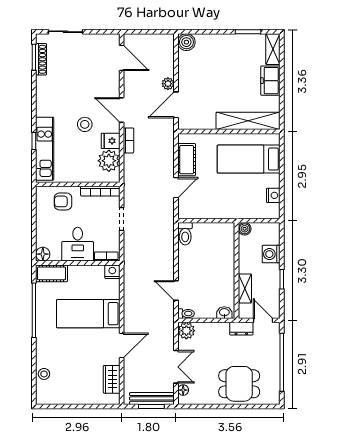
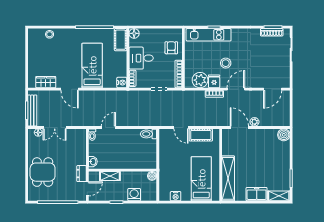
plant: (186, 331) -> (80, 135), removed

